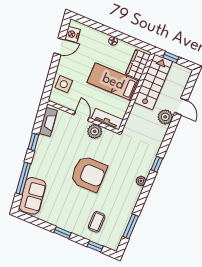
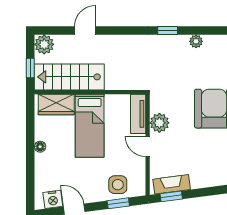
window: (51, 79) -> (118, 203), added
door: (82, 116) -> (148, 147), hinge flipped
plant: (165, 117) -> (44, 44), moved
window: (33, 142) -> (171, 196), moved

